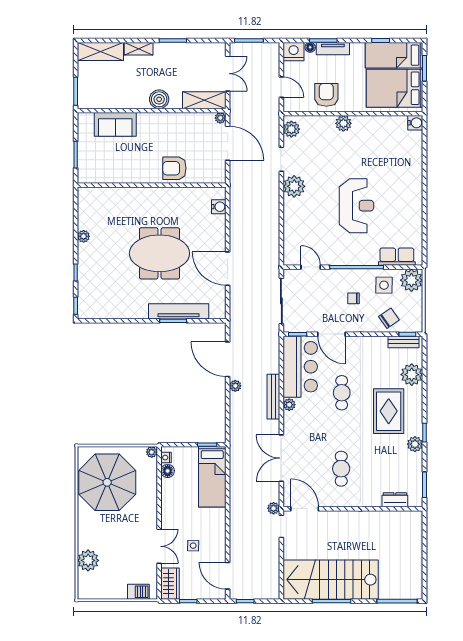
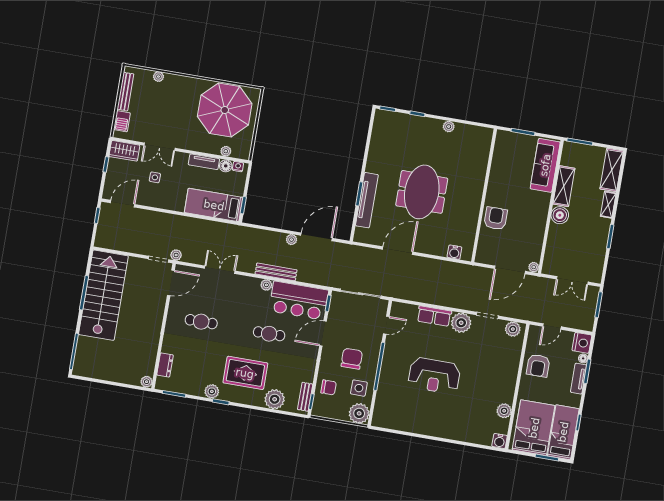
armchair: (326, 95) -> (538, 366), turned 90
shelving: (204, 100) -> (564, 186), moved
plant: (343, 123) -> (504, 411), moved
sofa: (115, 124) -> (545, 165), width x1.36
row of seats: (397, 257) -> (434, 316), moved, turned 90
chair: (353, 298) -> (352, 359), width x1.87, depth x1.87
chair: (389, 318) -> (329, 387), turned -55
plant: (152, 452) -> (226, 151), moved
double door: (281, 458) -> (220, 270), width x0.73
tv unit: (167, 495) -> (204, 162), added
plant: (416, 517) -> (147, 382), added
plant: (88, 560) -> (158, 77), width x0.53, depth x0.53
bench: (106, 594) -> (125, 92), added

